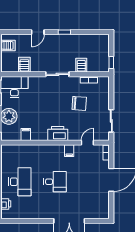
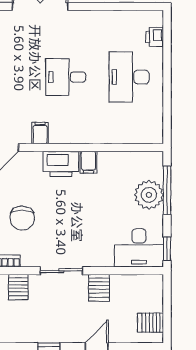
server rack: (24, 65) -> (99, 288), moved
chair: (79, 103) -> (22, 218), turned -94
filing cabinet: (26, 134) -> (88, 162), moved

